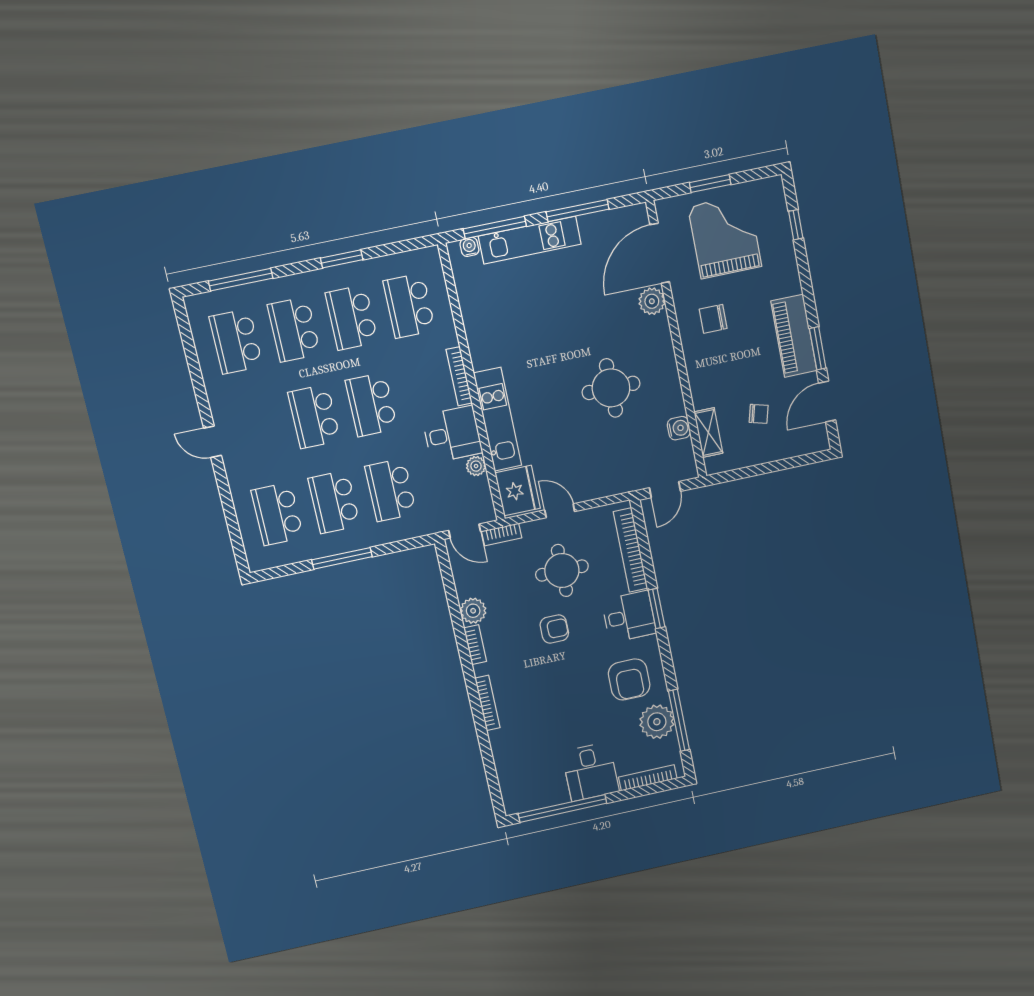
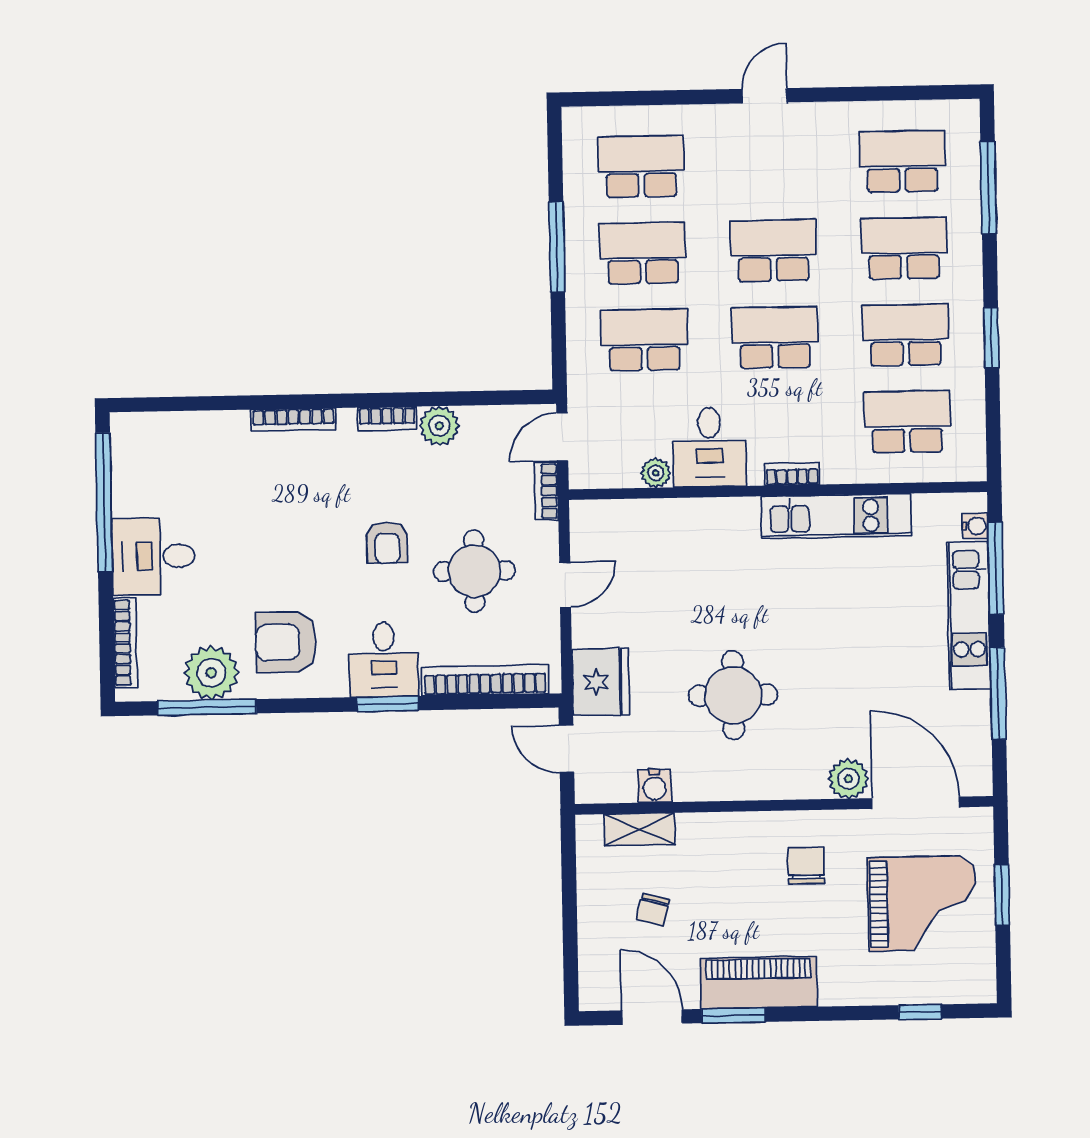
bookcase: (459, 376) -> (792, 474), width x0.64
kitchen unit: (498, 419) -> (836, 516), moved
fridge: (518, 491) -> (601, 682), moved, turned -90

